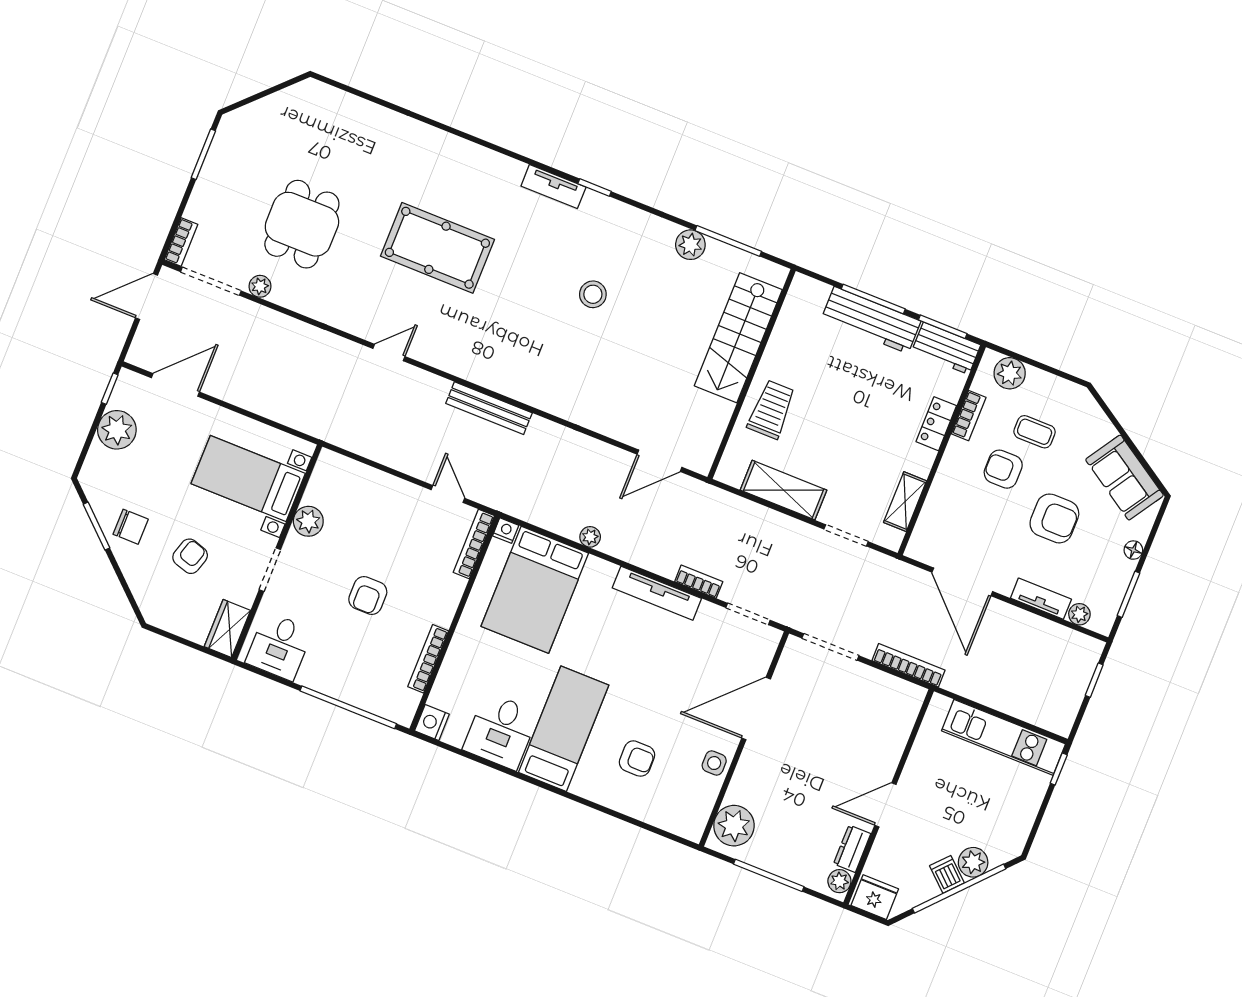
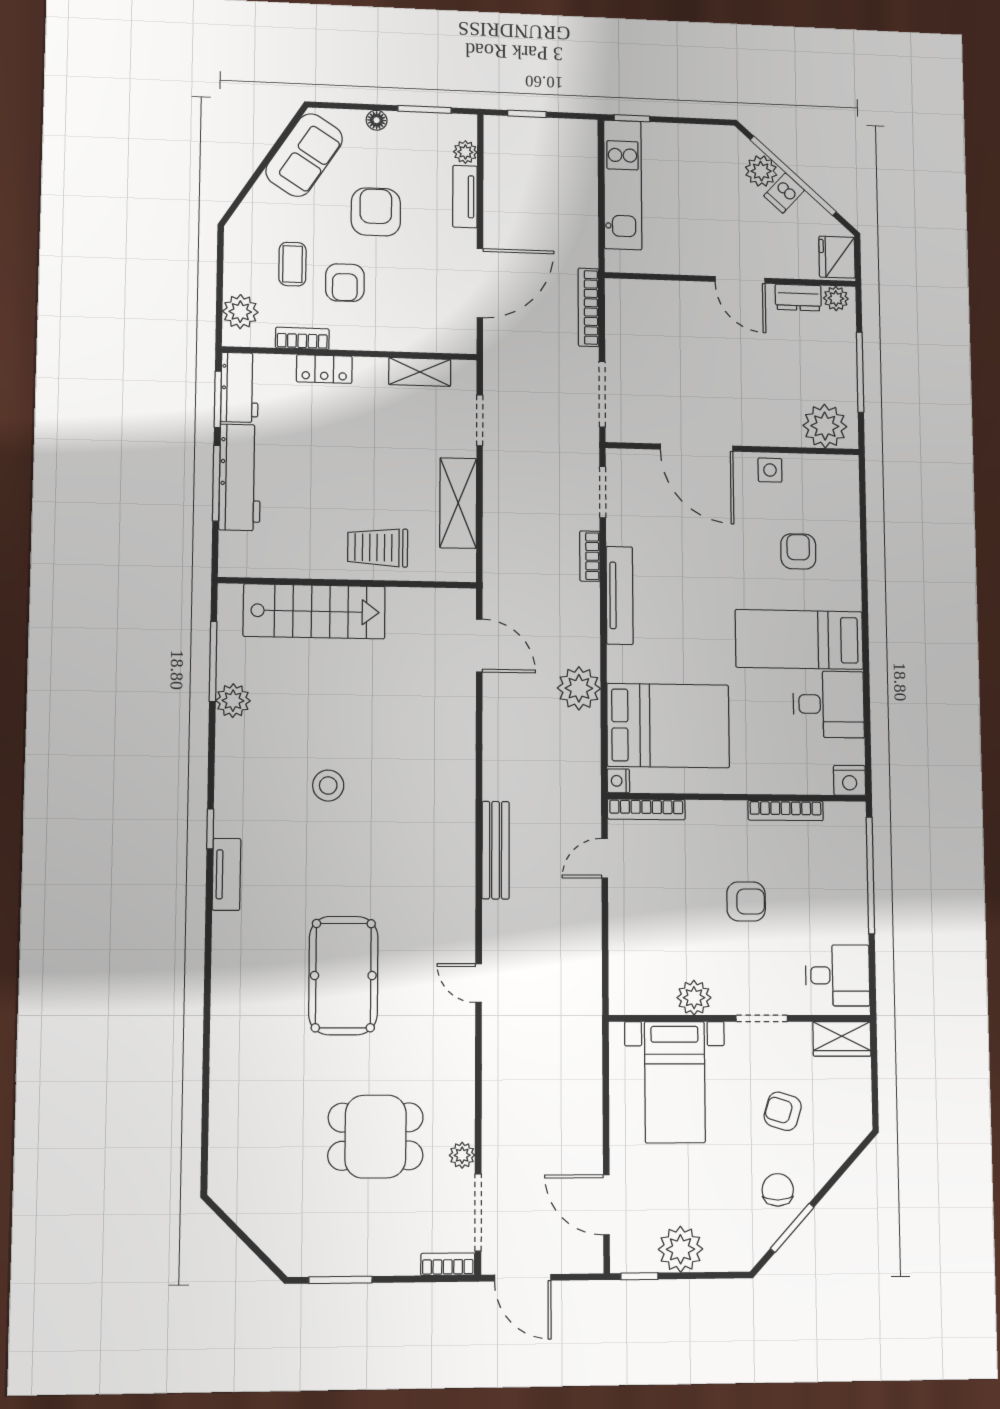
plant: (590, 537) -> (579, 688), width x1.88, depth x1.88

